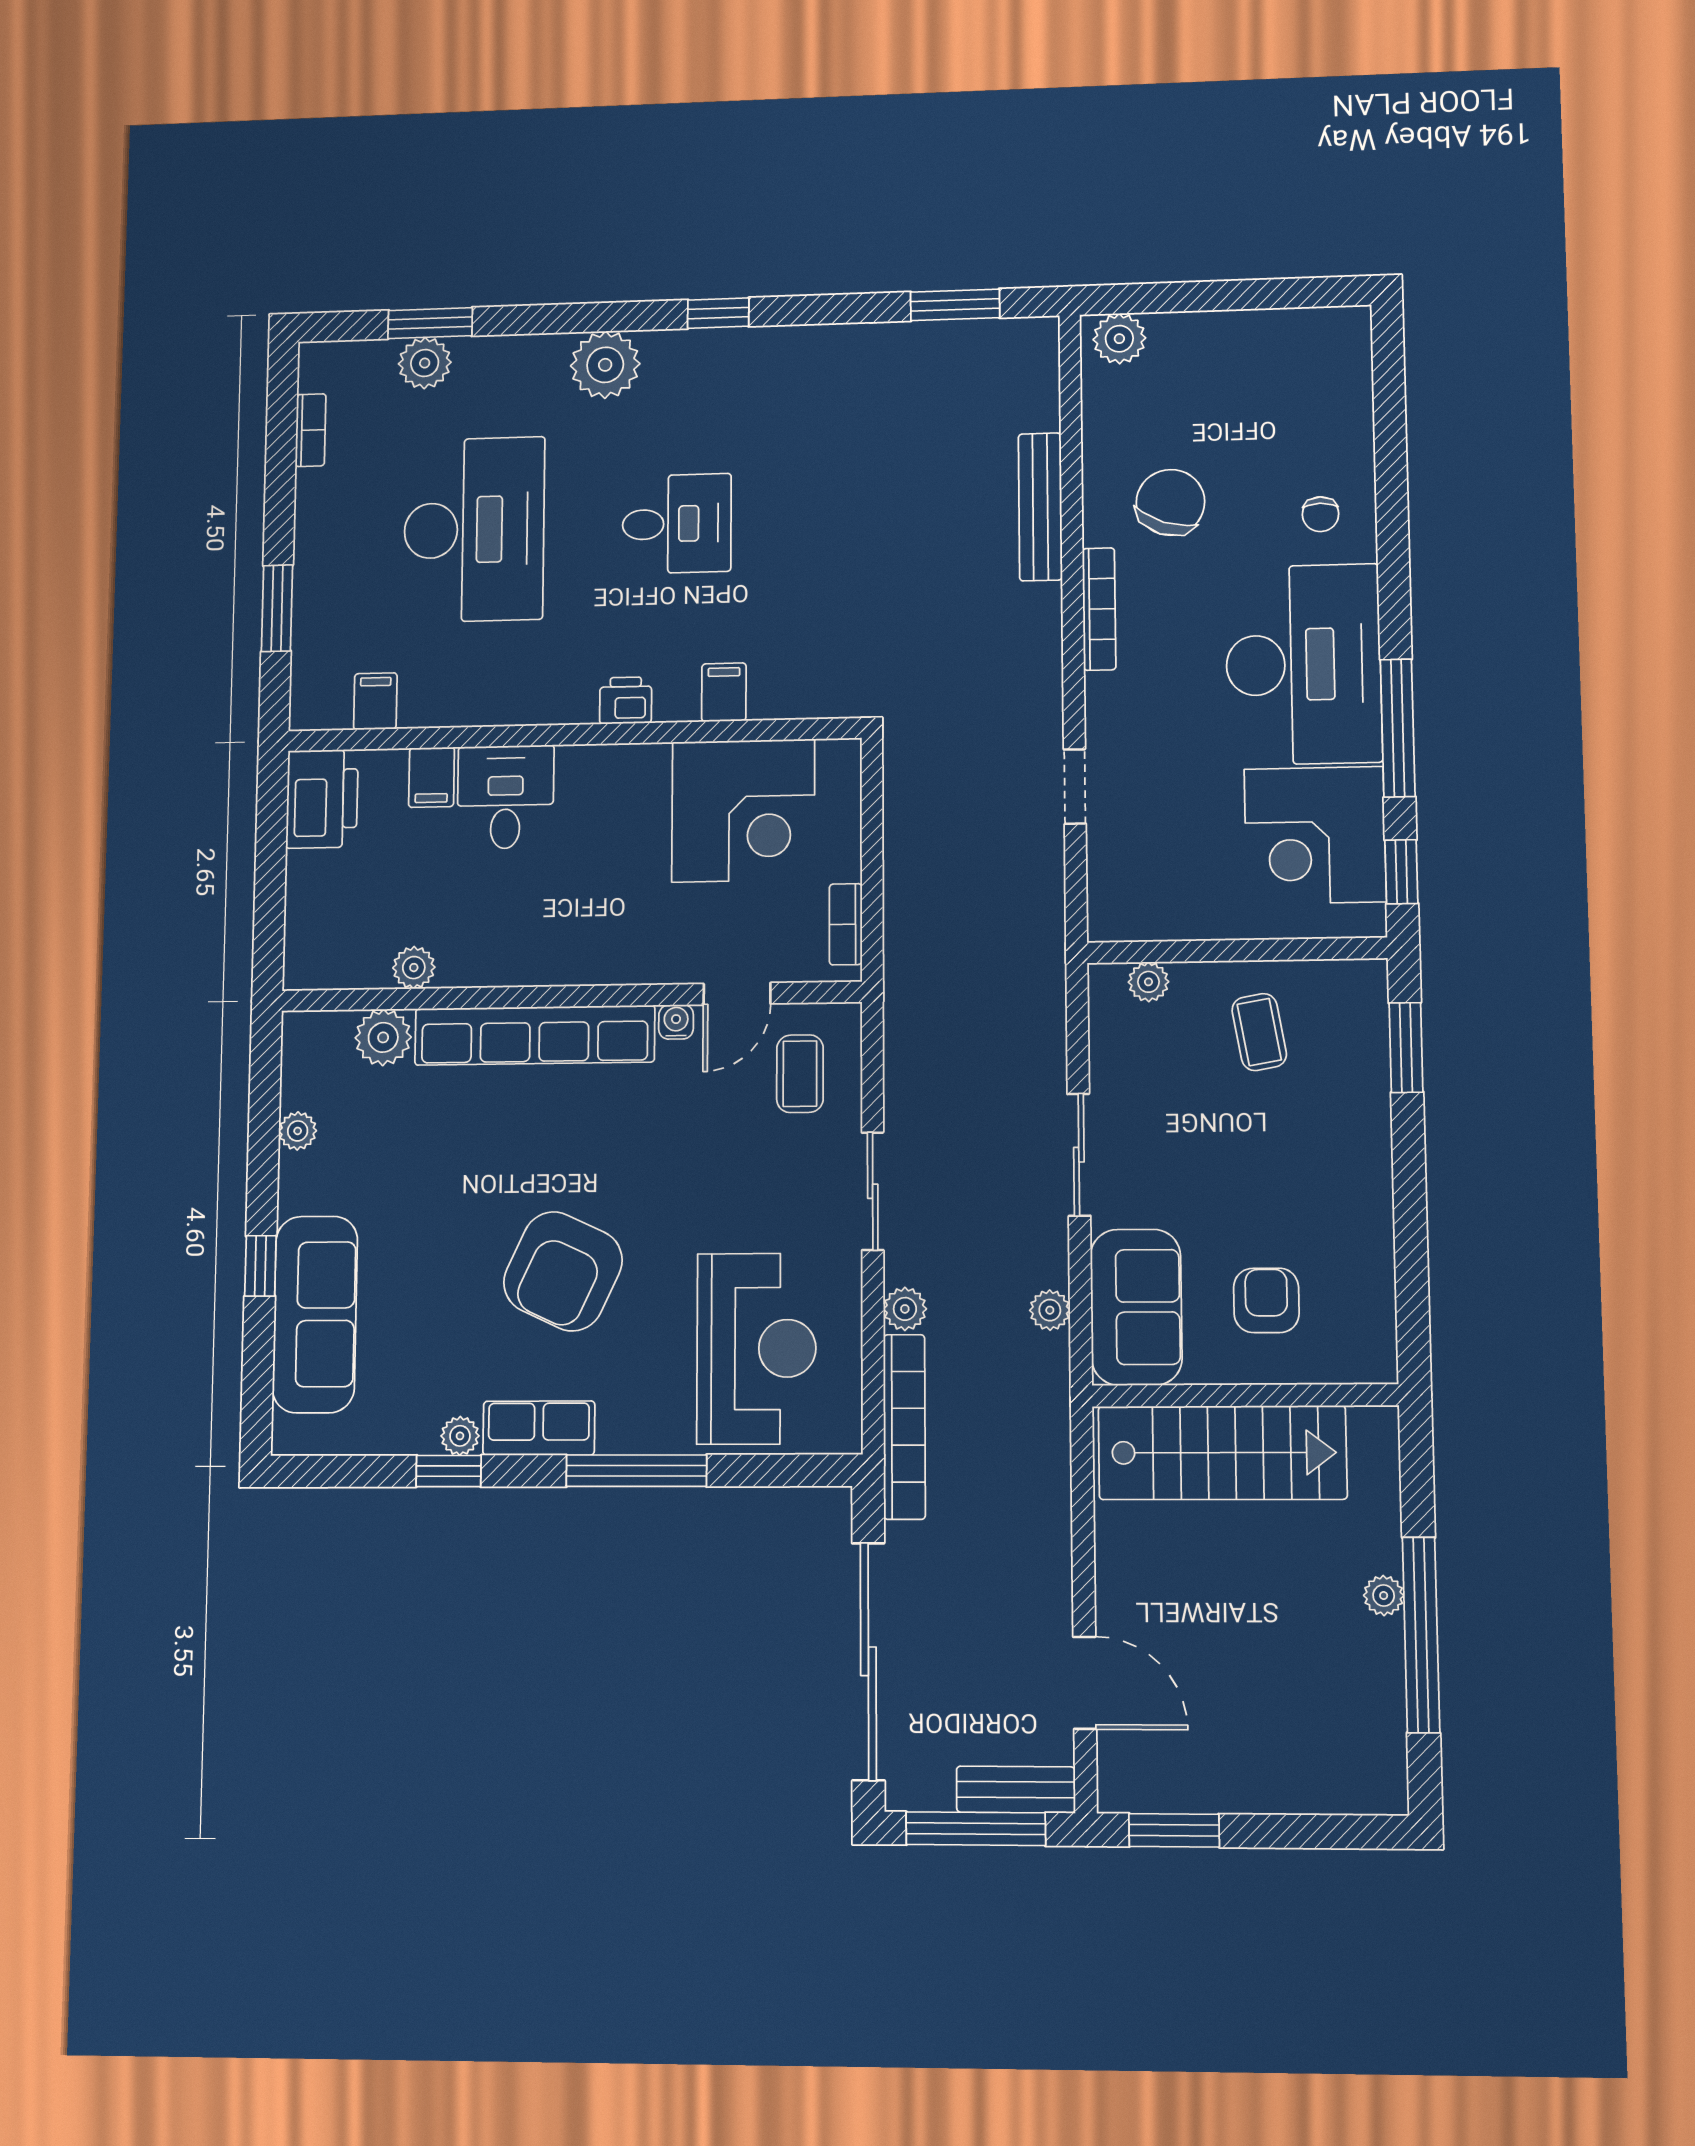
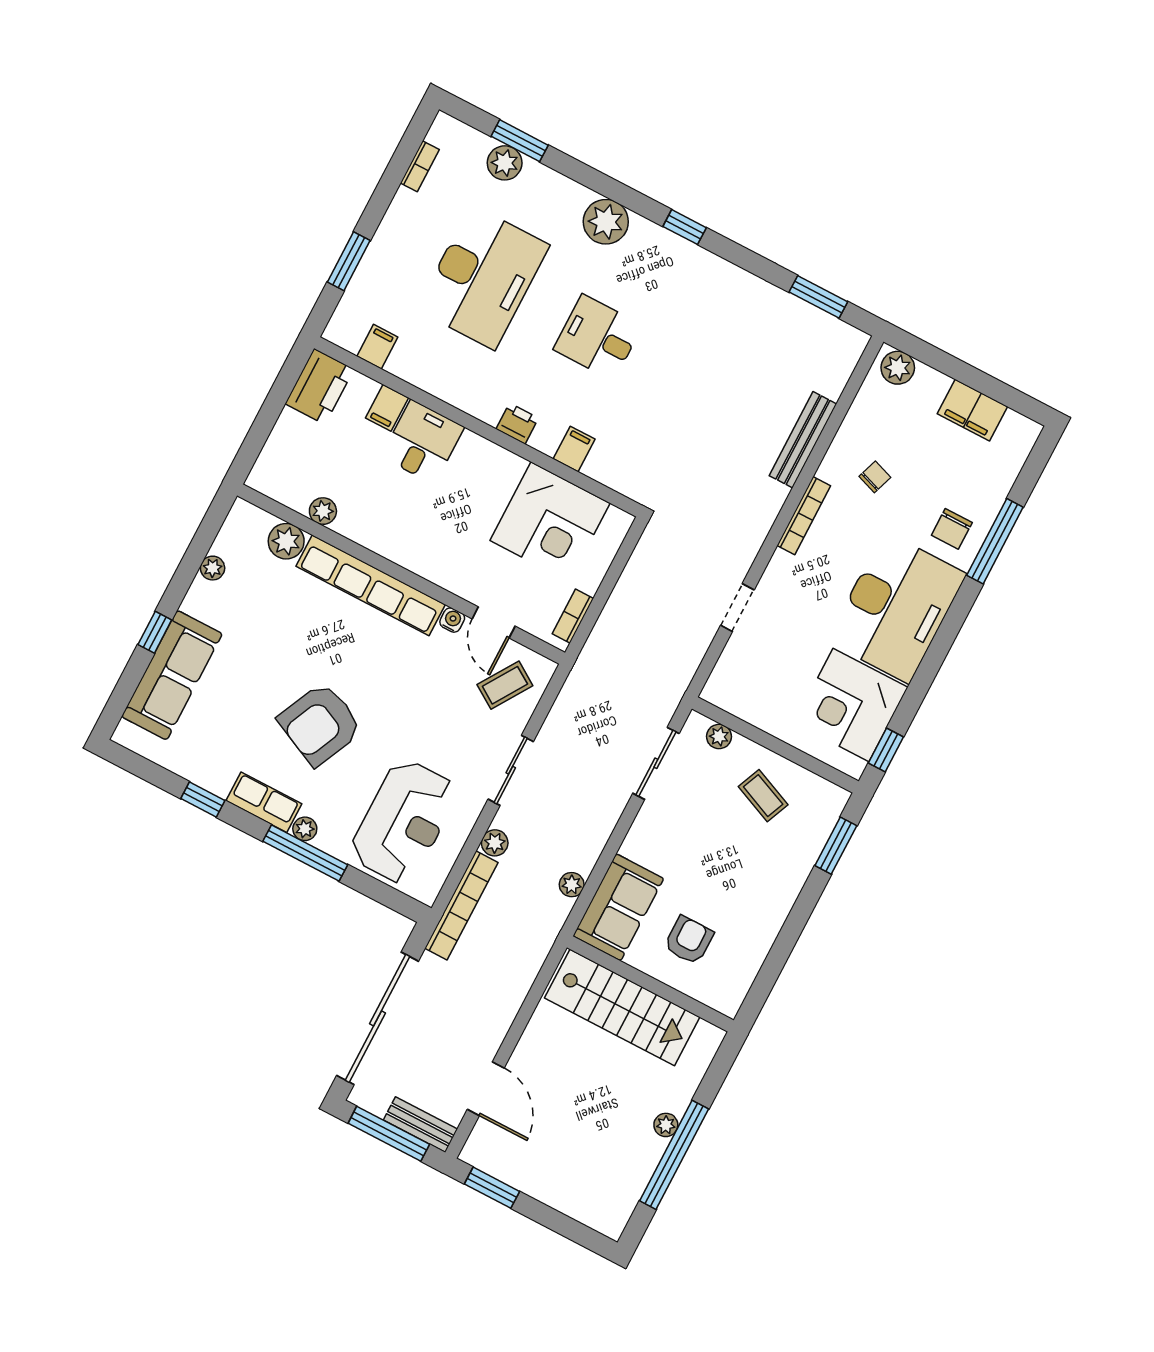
filing cabinet: (1257, 339) -> (972, 410), added
chair: (1170, 502) -> (875, 477), width x0.54, depth x0.54
chair: (1320, 514) -> (952, 529), width x1.37, depth x1.37
desk: (677, 524) -> (598, 337), turned 180
window: (1398, 728) -> (995, 541), moved
door: (737, 994) -> (494, 622), hinge flipped
coffee table: (1259, 1032) -> (763, 796), turned -57
coffee table: (800, 1074) -> (505, 685), turned 33
sliding door: (1079, 1155) -> (656, 763), moved
plant: (460, 1436) -> (305, 829), moved

